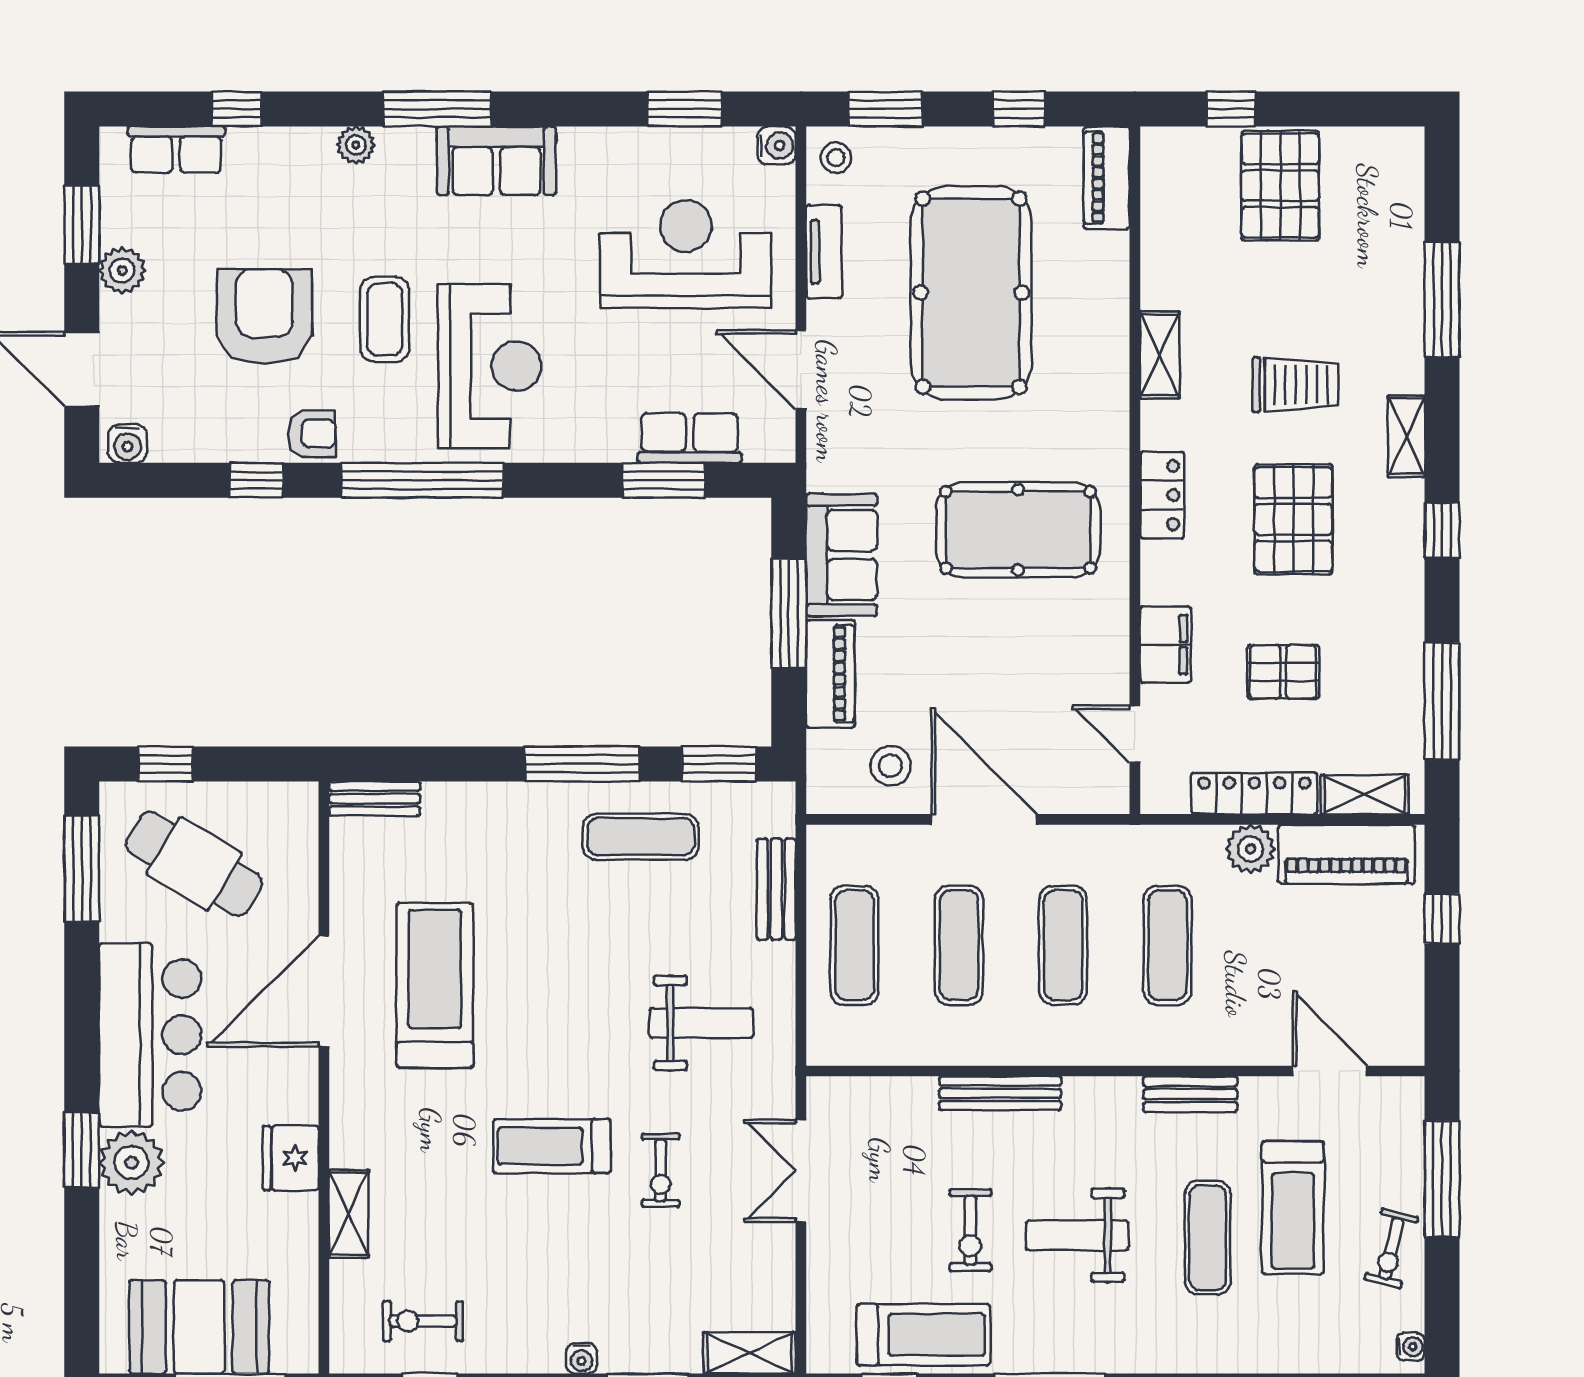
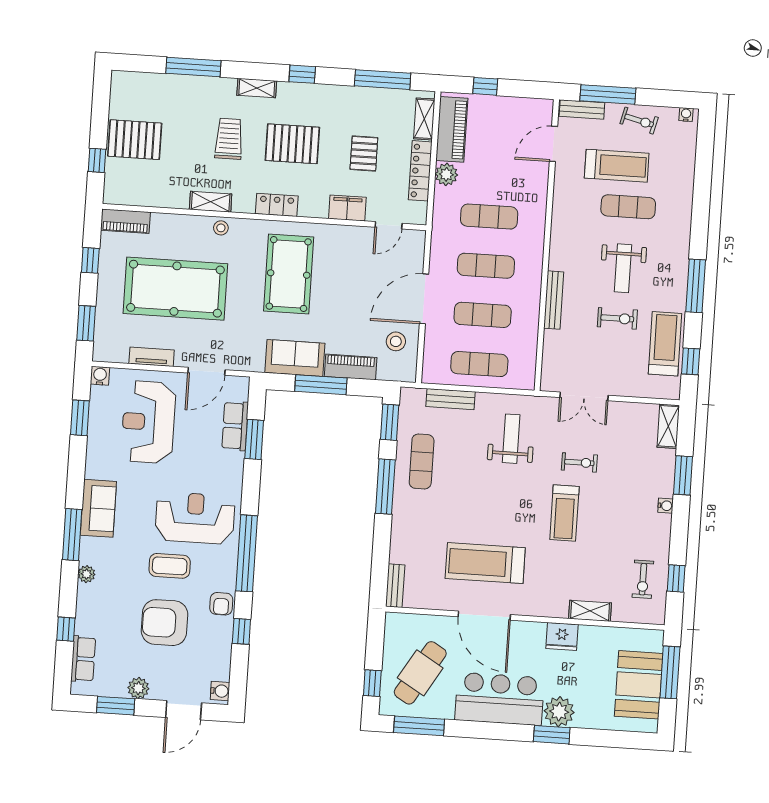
stool: (836, 158) -> (221, 228), moved
armchair: (312, 434) -> (221, 604), turned 180
bench: (1190, 1094) -> (582, 109), moved, turned 90

